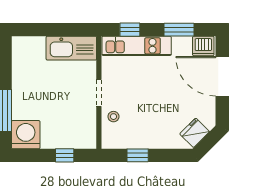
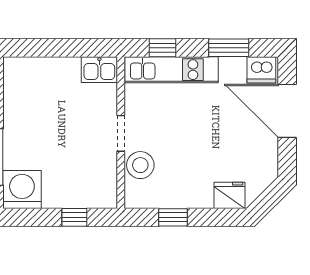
kitchen sink: (71, 48) -> (99, 70), width x0.53, depth x0.81
stool: (113, 117) -> (140, 165), width x1.89, depth x1.89
fridge: (195, 133) -> (230, 195), moved, turned 45

